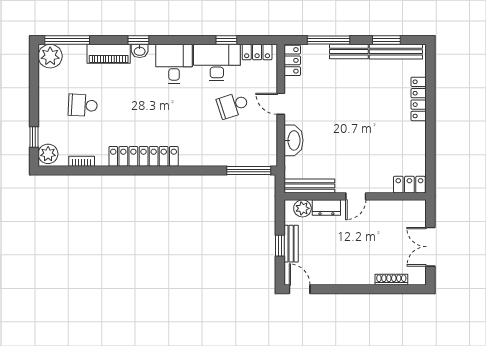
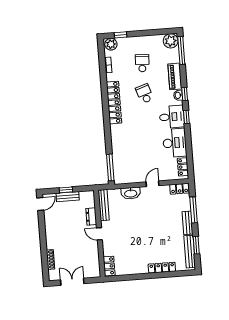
window: (226, 40) -> (186, 117), moved
school desk: (233, 105) -> (145, 94), moved
plant: (302, 208) -> (90, 202), removed

